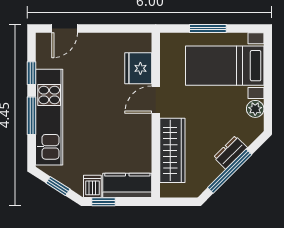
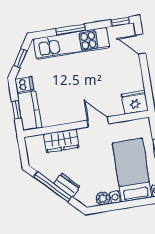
fridge: (138, 68) -> (135, 102), moved
window: (32, 73) -> (120, 22), moved
wardrobe: (172, 150) -> (61, 141), width x0.67
window: (103, 202) -> (16, 110), moved

